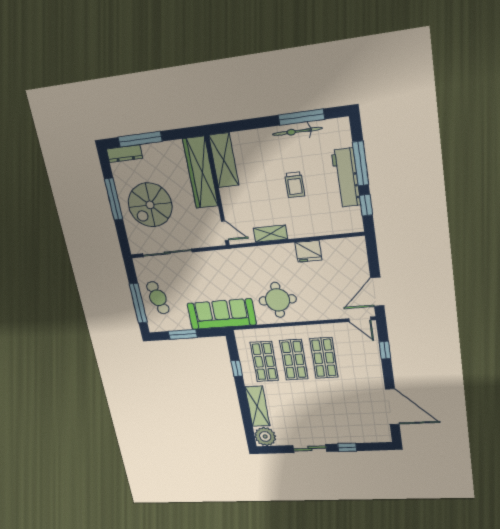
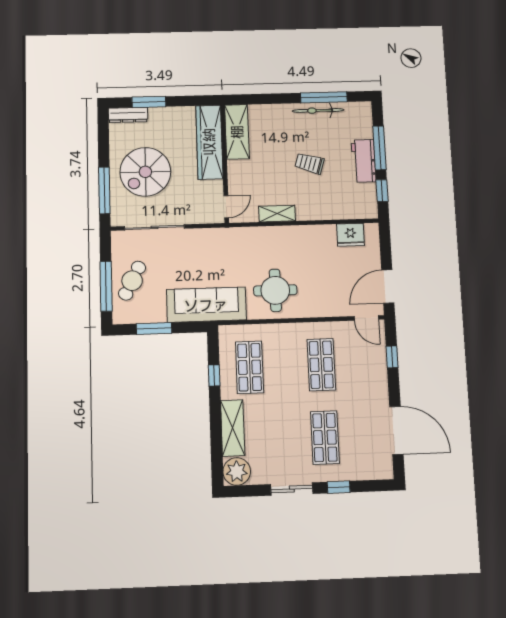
window: (140, 139) -> (149, 102), width x0.69
workbench: (346, 178) -> (364, 161), width x0.73
trolley: (295, 185) -> (310, 163), turned 107
window: (114, 199) -> (104, 190), moved
door: (225, 231) -> (226, 207), hinge flipped
fridge: (308, 251) -> (350, 235), moved
cafe table: (158, 298) -> (132, 281), turned 41
shop shelf: (294, 360) -> (325, 437), moved

